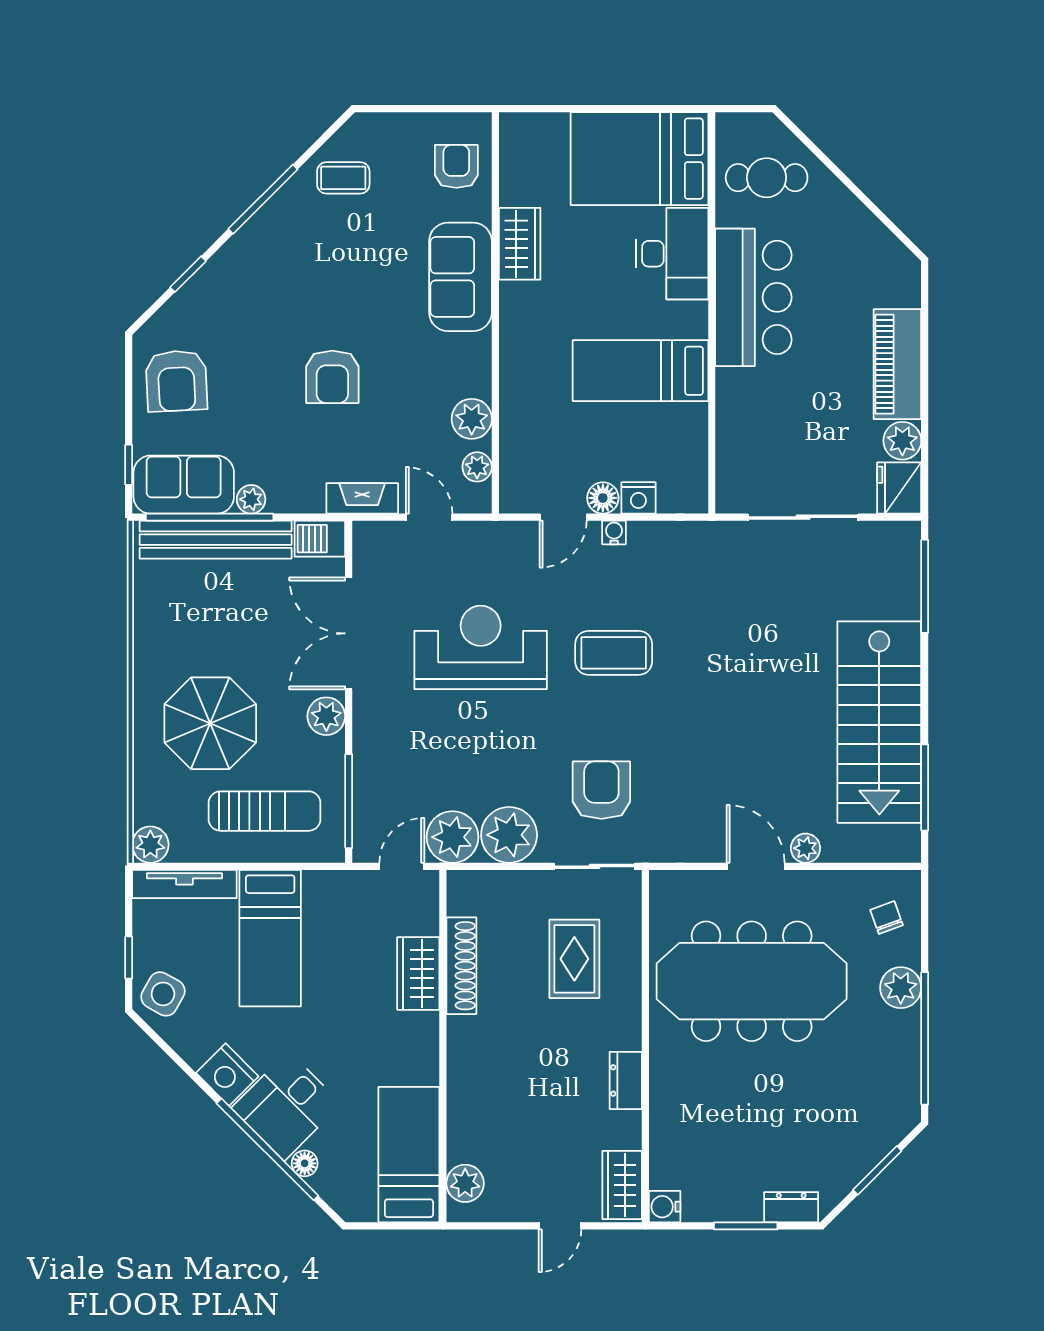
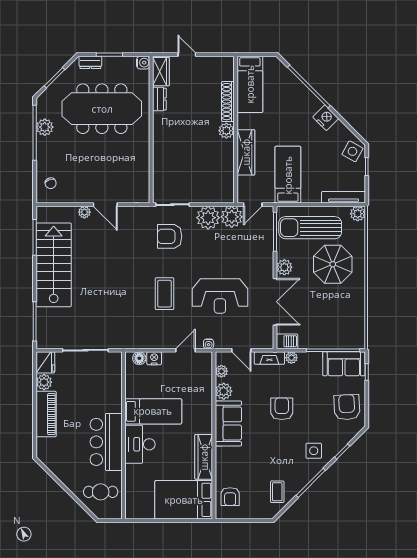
bed: (639, 159) -> (184, 500), moved, turned 180
coffee table: (343, 178) -> (277, 492), turned 90
wardrobe: (520, 244) -> (204, 457), width x1.50
desk: (672, 254) -> (140, 444), moved
side table: (256, 276) -> (314, 451), added
sofa: (460, 277) -> (228, 423), moved
floor lamp: (603, 498) -> (139, 358), moved
plant: (251, 499) -> (291, 358), moved
water cooler: (614, 532) -> (209, 344), moved
bench: (216, 540) -> (330, 341), removed
coffee table: (614, 653) -> (164, 294), turned 90
armchair: (601, 790) -> (170, 236), turned 90
sun lounger: (264, 811) -> (310, 228), width x1.36, depth x1.34
bed: (270, 938) -> (288, 175), moved
rug: (574, 959) -> (181, 166), removed
shoe rack: (461, 966) -> (228, 102), moved
wardrobe: (418, 973) -> (246, 152), width x1.50
meeting table: (752, 981) -> (102, 109), moved
plant: (901, 988) -> (45, 127), moved
dresser: (626, 1081) -> (159, 99), moved
desk: (286, 1106) -> (301, 105), removed
floor lamp: (305, 1163) -> (293, 81), removed
plant: (465, 1183) -> (226, 131), moved
door: (560, 1226) -> (187, 55), hinge flipped

